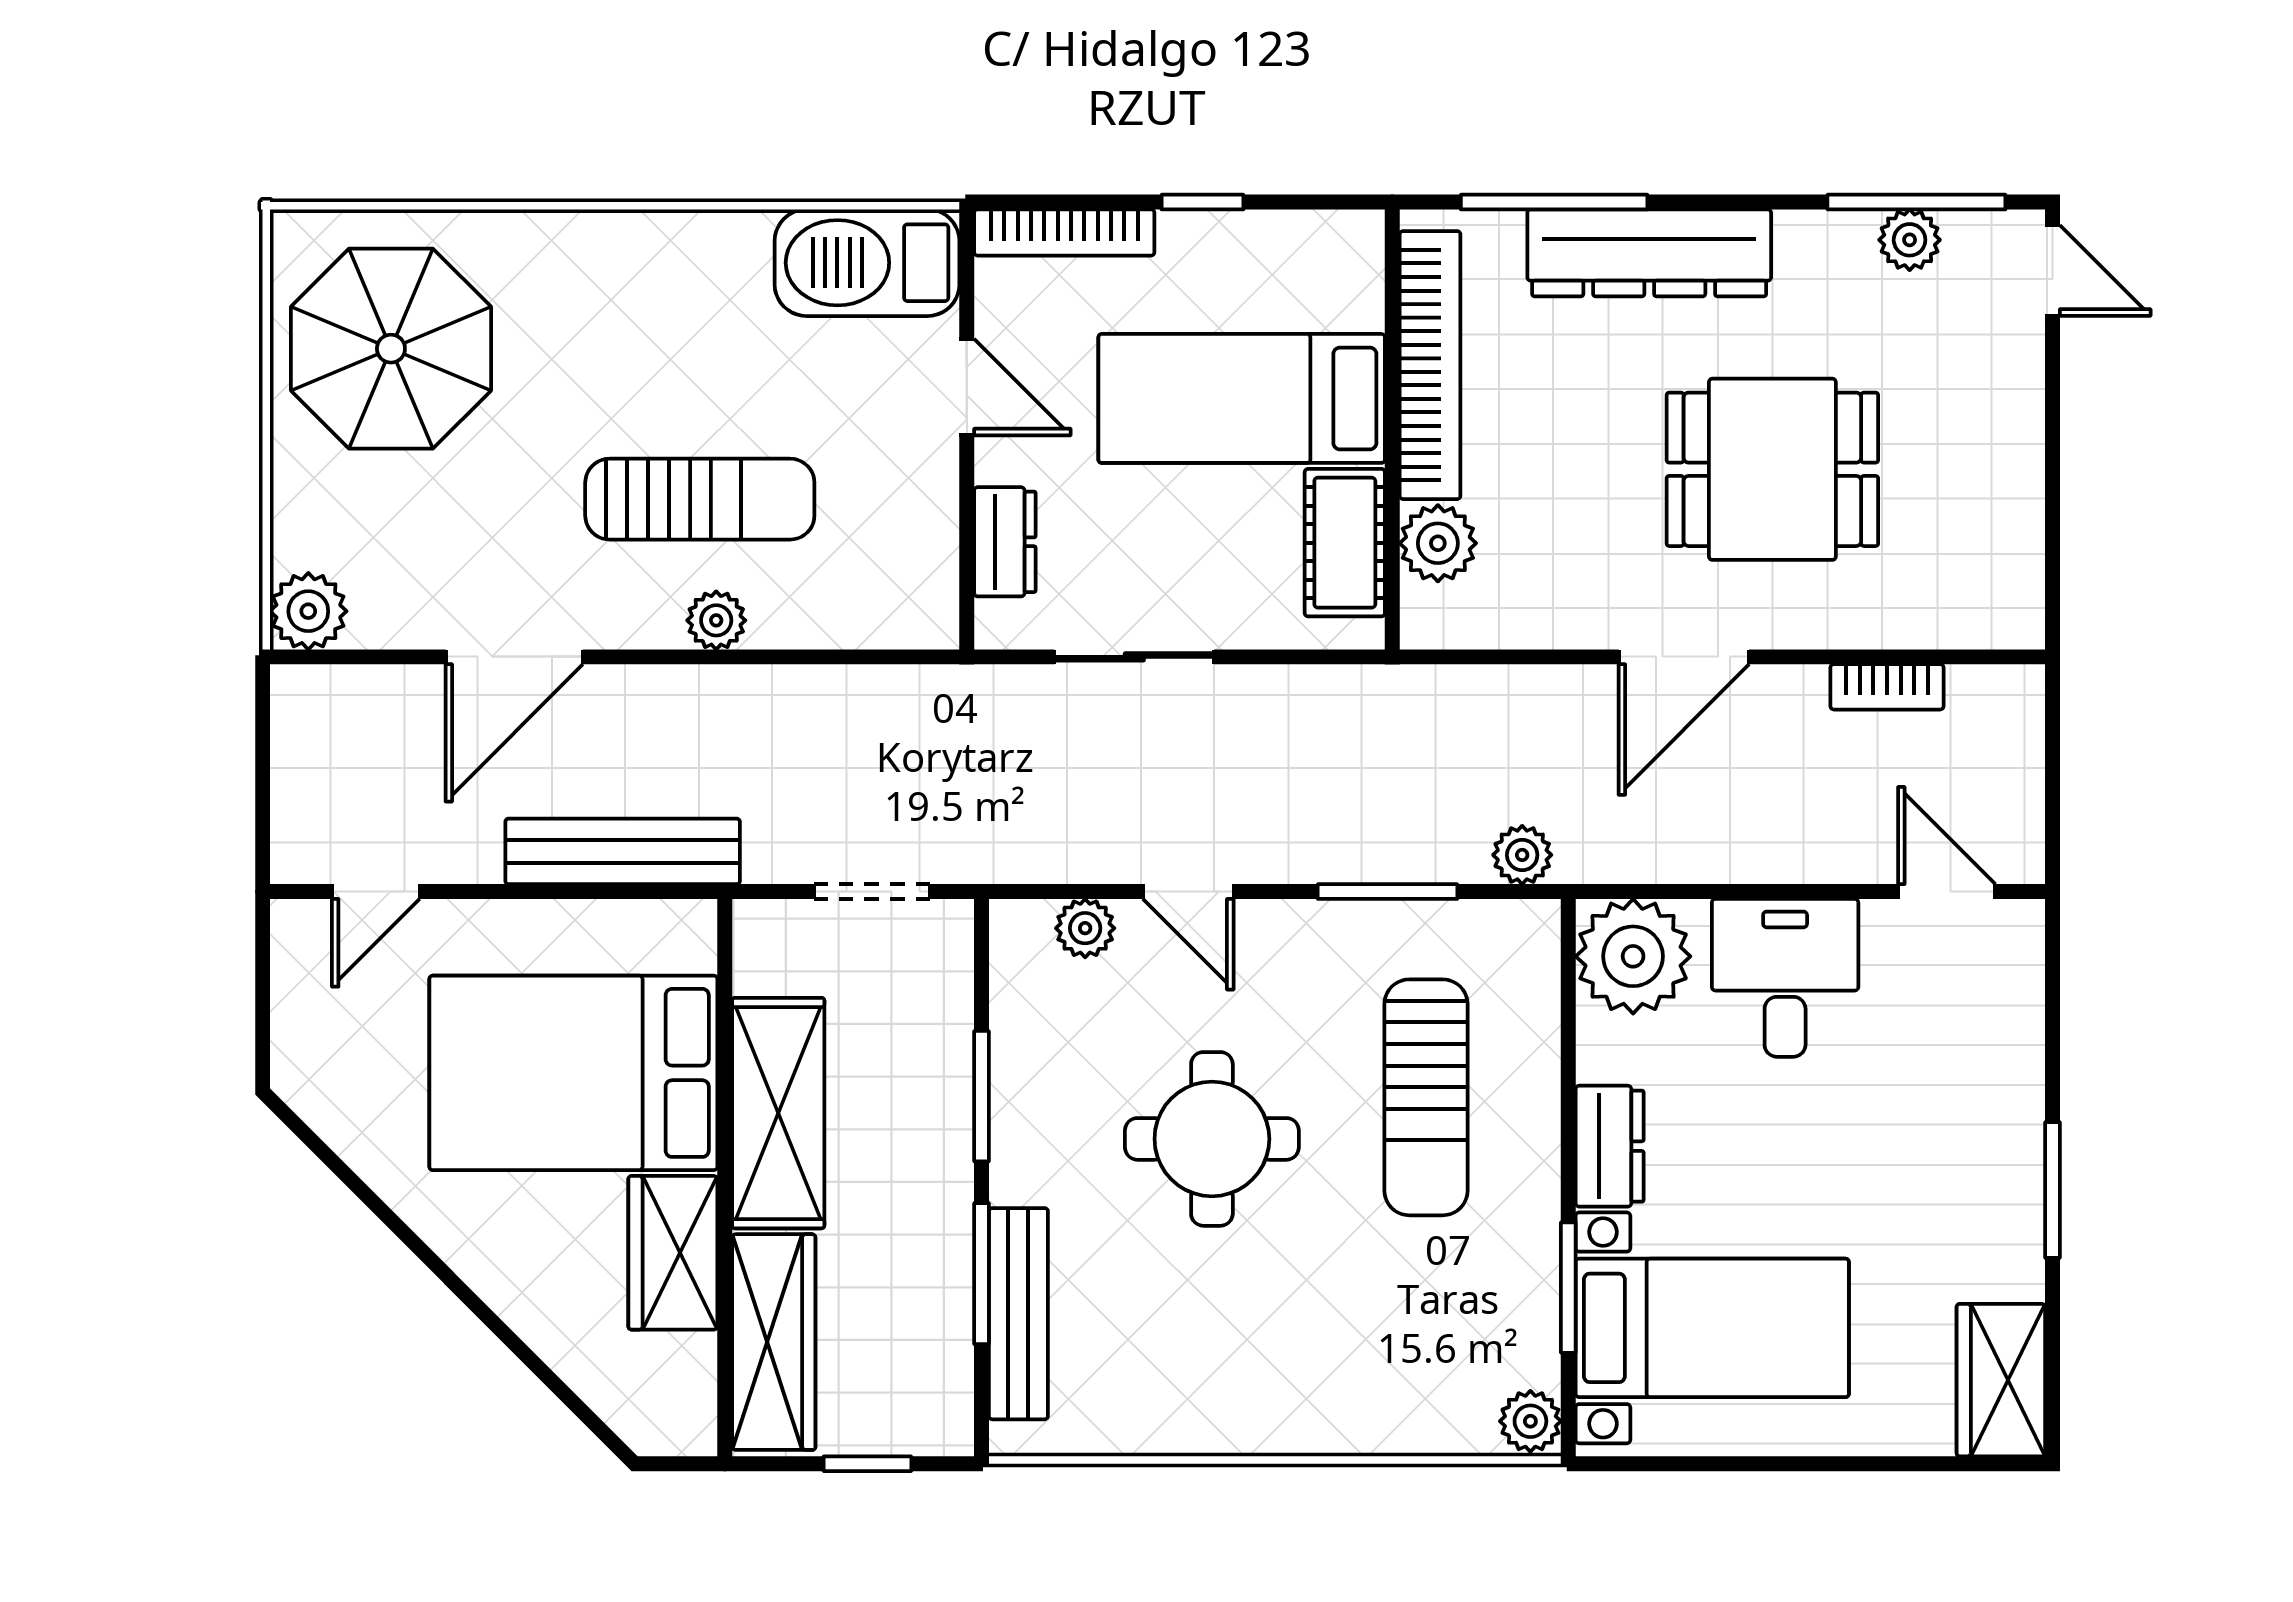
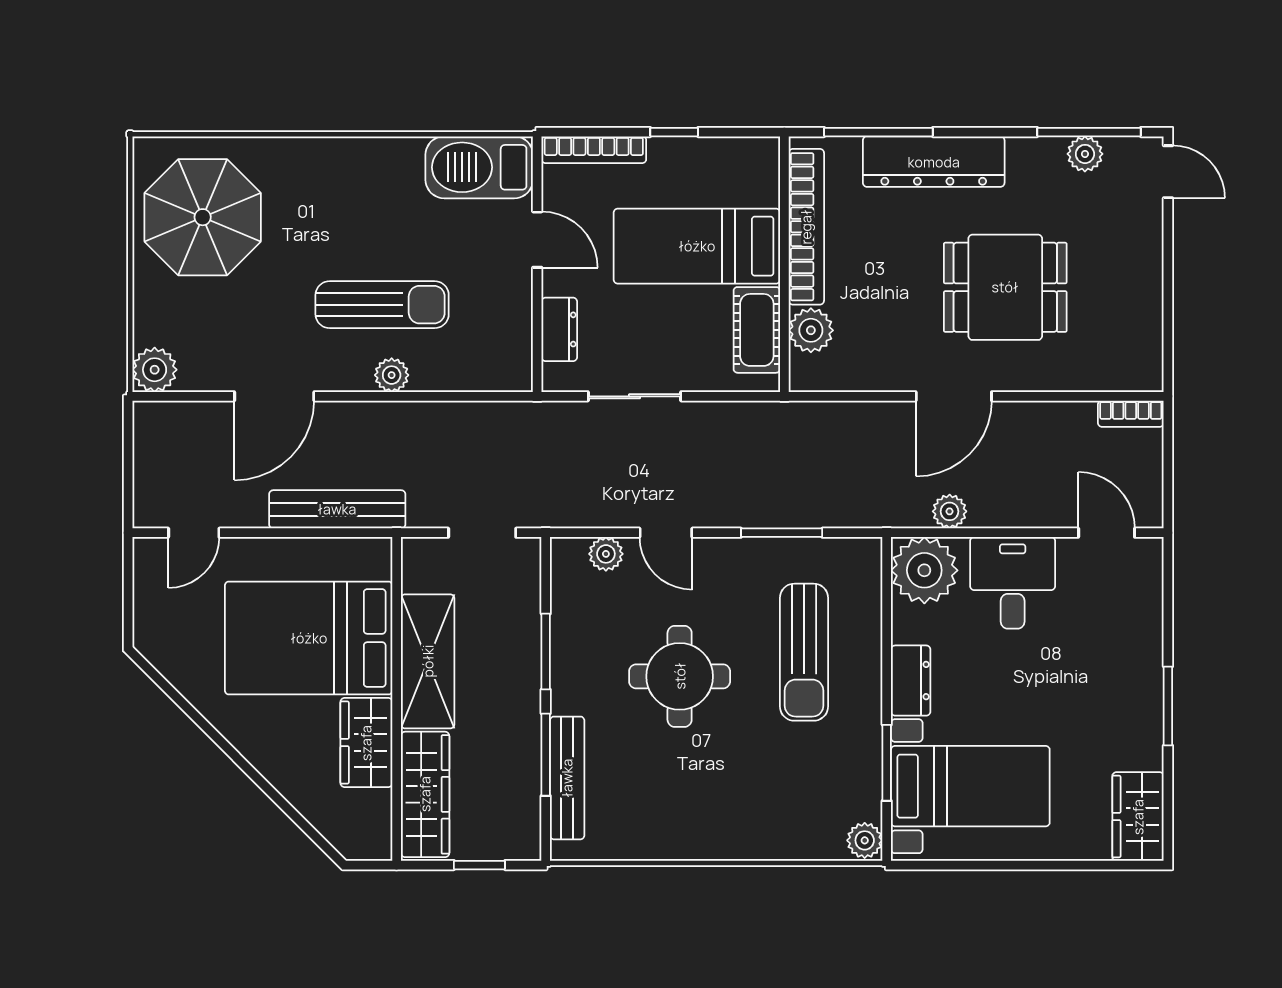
bookcase: (1887, 687) -> (1131, 414), moved
plant: (1522, 855) -> (950, 511), moved

